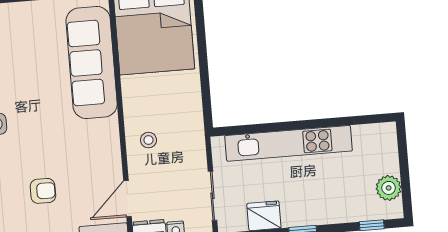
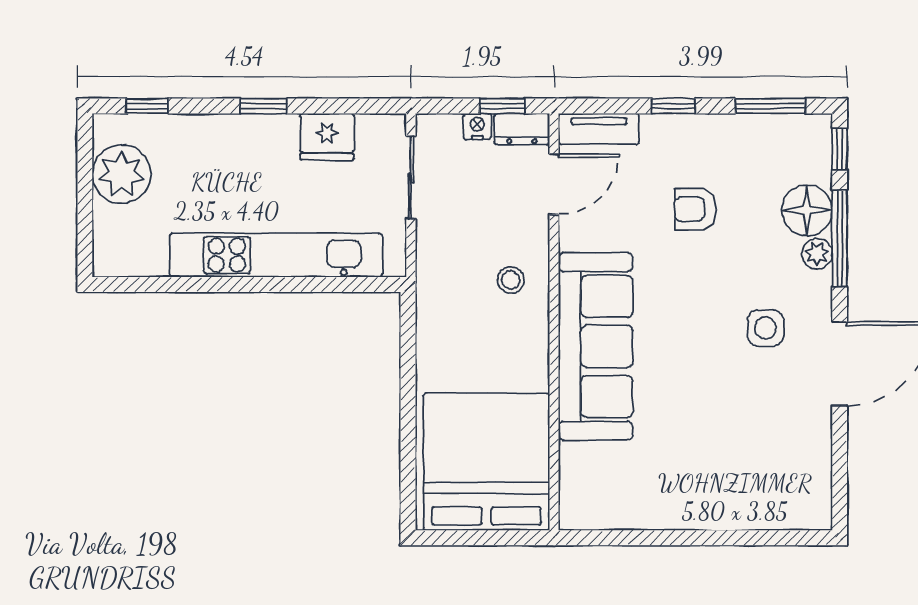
sofa: (92, 63) -> (596, 346), moved
plant: (389, 188) -> (122, 174), width x1.36, depth x1.36

